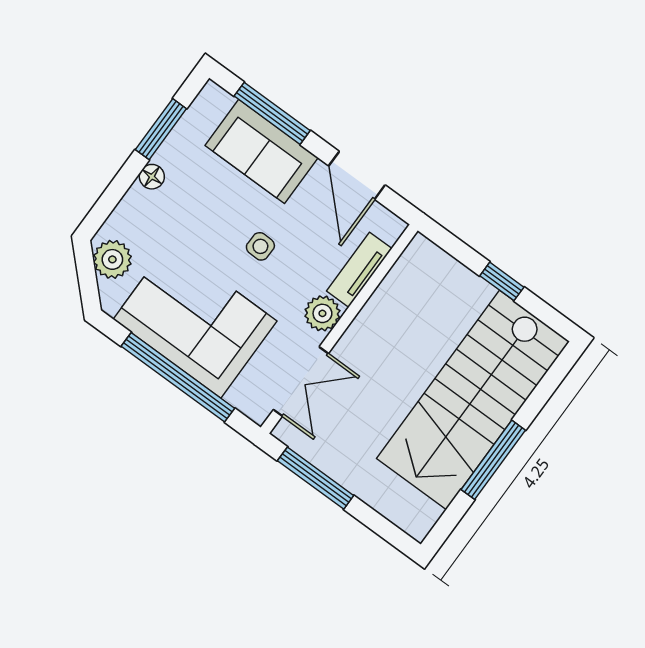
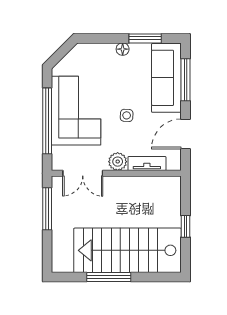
sofa: (262, 151) -> (166, 78), width x1.36
plant: (112, 259) -> (76, 58), removed

